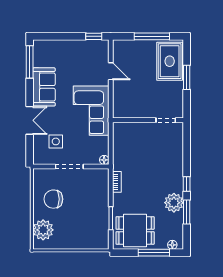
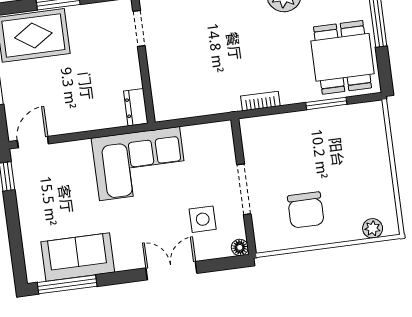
door: (111, 71) -> (33, 142), moved
sofa: (44, 87) -> (78, 257), moved
dresser: (123, 113) -> (136, 107), added
floor lamp: (104, 160) -> (240, 247), moved
plant: (43, 230) -> (373, 228), width x0.53, depth x0.53

